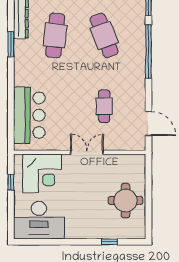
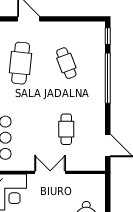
cafe table: (104, 35) -> (66, 63), width x0.73, depth x0.74

